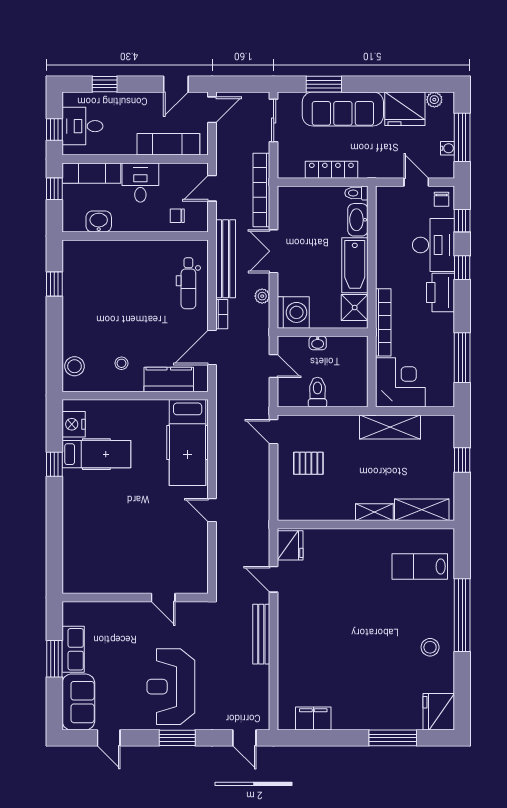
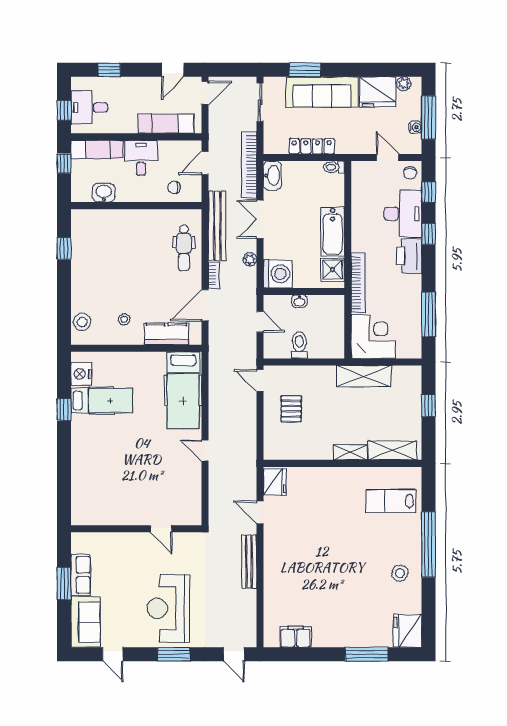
washbasin: (358, 220) -> (272, 176), moved, turned 180
pallet: (308, 463) -> (291, 409), turned 90

